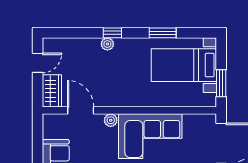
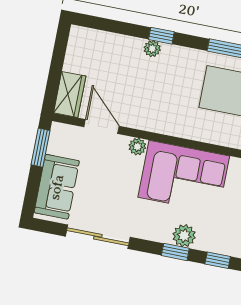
door: (38, 63) -> (59, 55), removed
window: (38, 135) -> (40, 148), added

